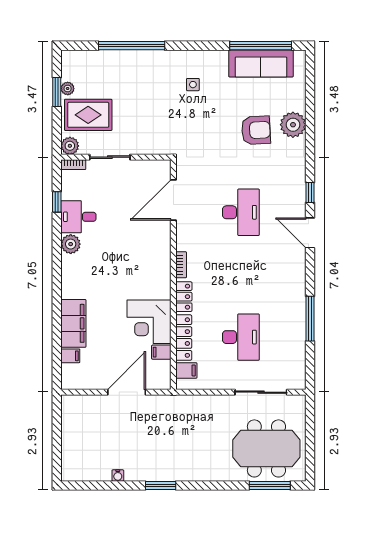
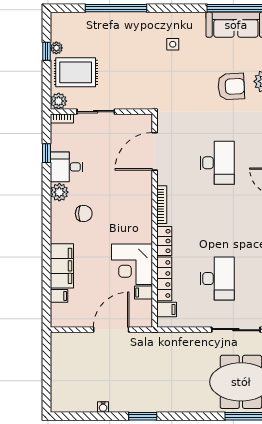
window: (57, 92) -> (46, 51), width x0.67
bookcase: (181, 265) -> (162, 205), width x1.56
chair: (97, 267) -> (84, 213), added

